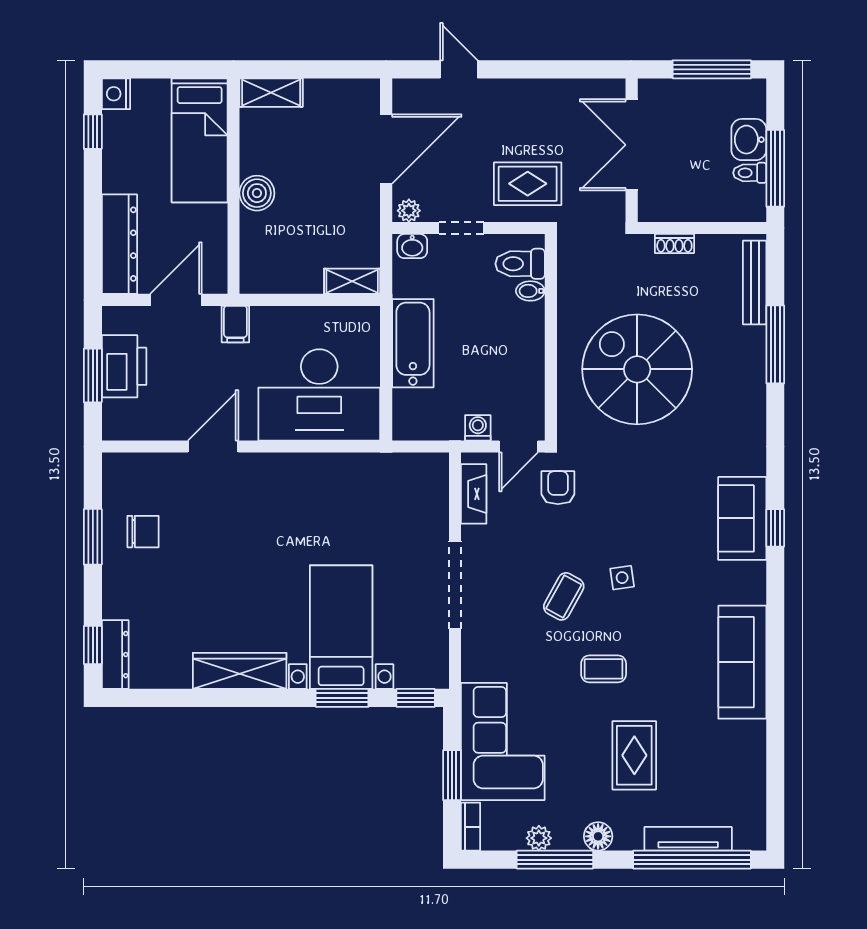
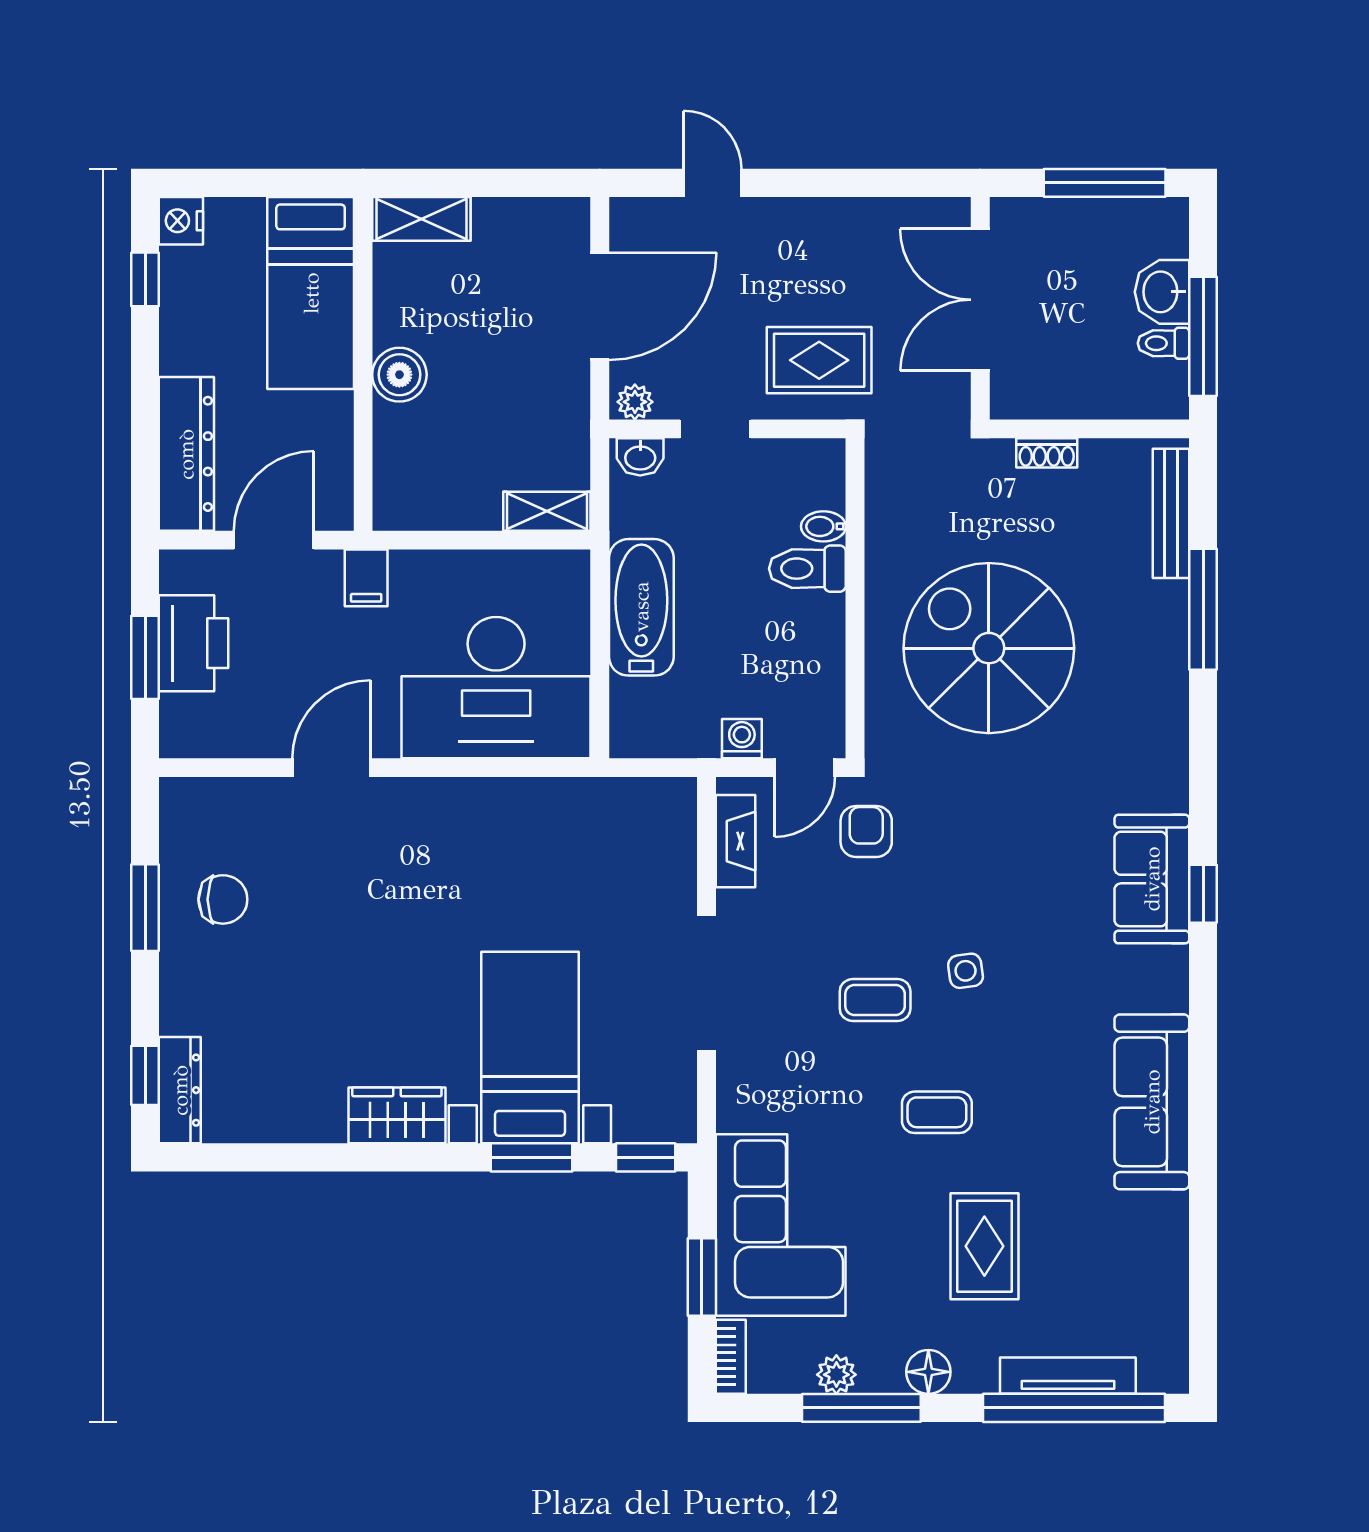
toilet: (520, 264) -> (807, 569), moved
coffee table: (564, 596) -> (875, 1000), turned 61
wardrobe: (240, 671) -> (397, 1115), width x0.67

